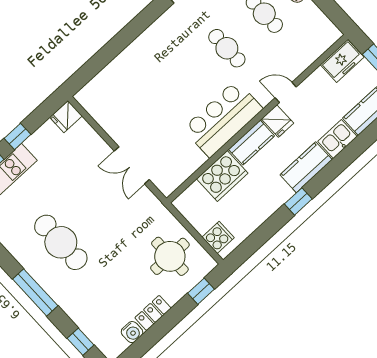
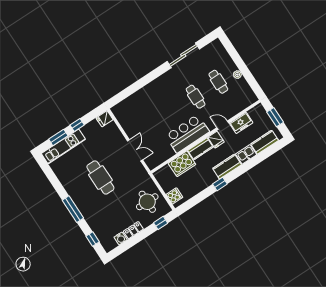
freezer: (342, 61) -> (241, 123), moved
double door: (132, 165) -> (135, 150), swing flipped
cafe table: (61, 242) -> (100, 177), moved

